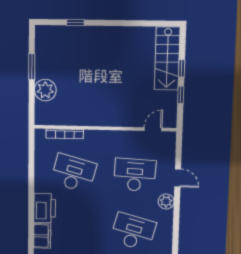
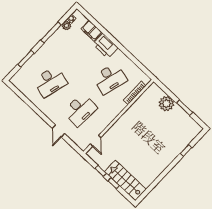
door: (178, 178) -> (58, 131), hinge flipped
plant: (166, 202) -> (51, 114), removed

